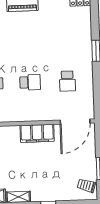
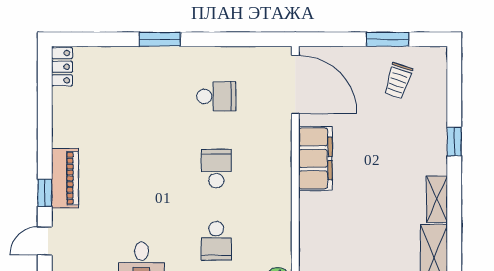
trolley: (86, 186) -> (398, 81), moved

